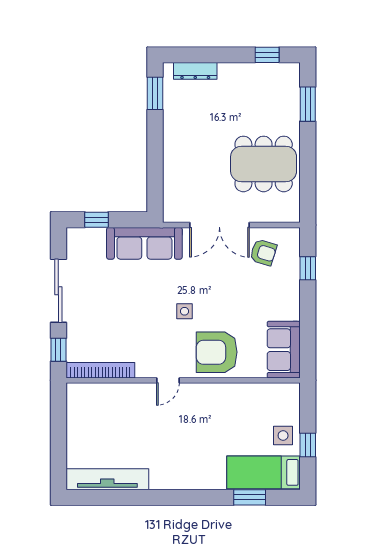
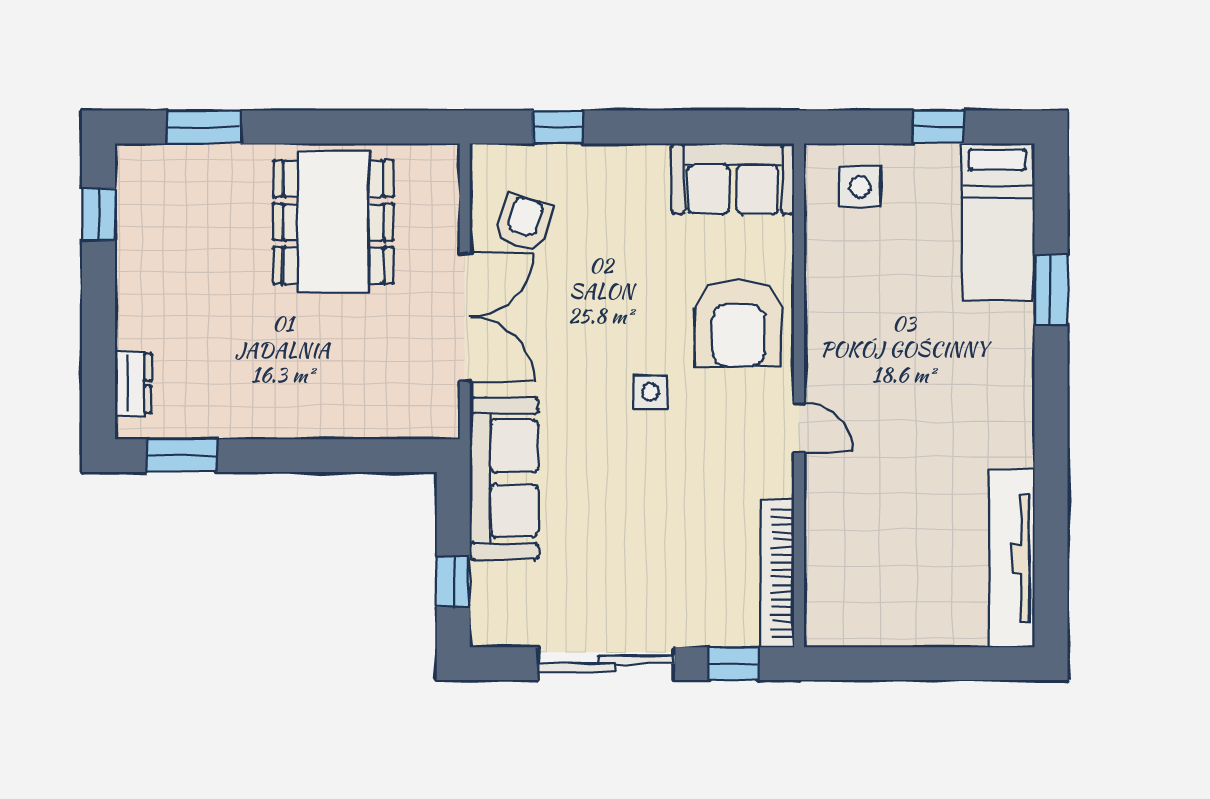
dresser: (195, 71) -> (133, 383), width x0.70
side table: (283, 436) -> (860, 187), moved
window: (250, 497) -> (1051, 290), moved

